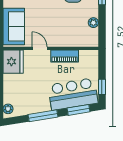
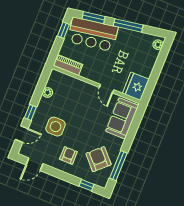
piano: (65, 56) -> (68, 65), moved

